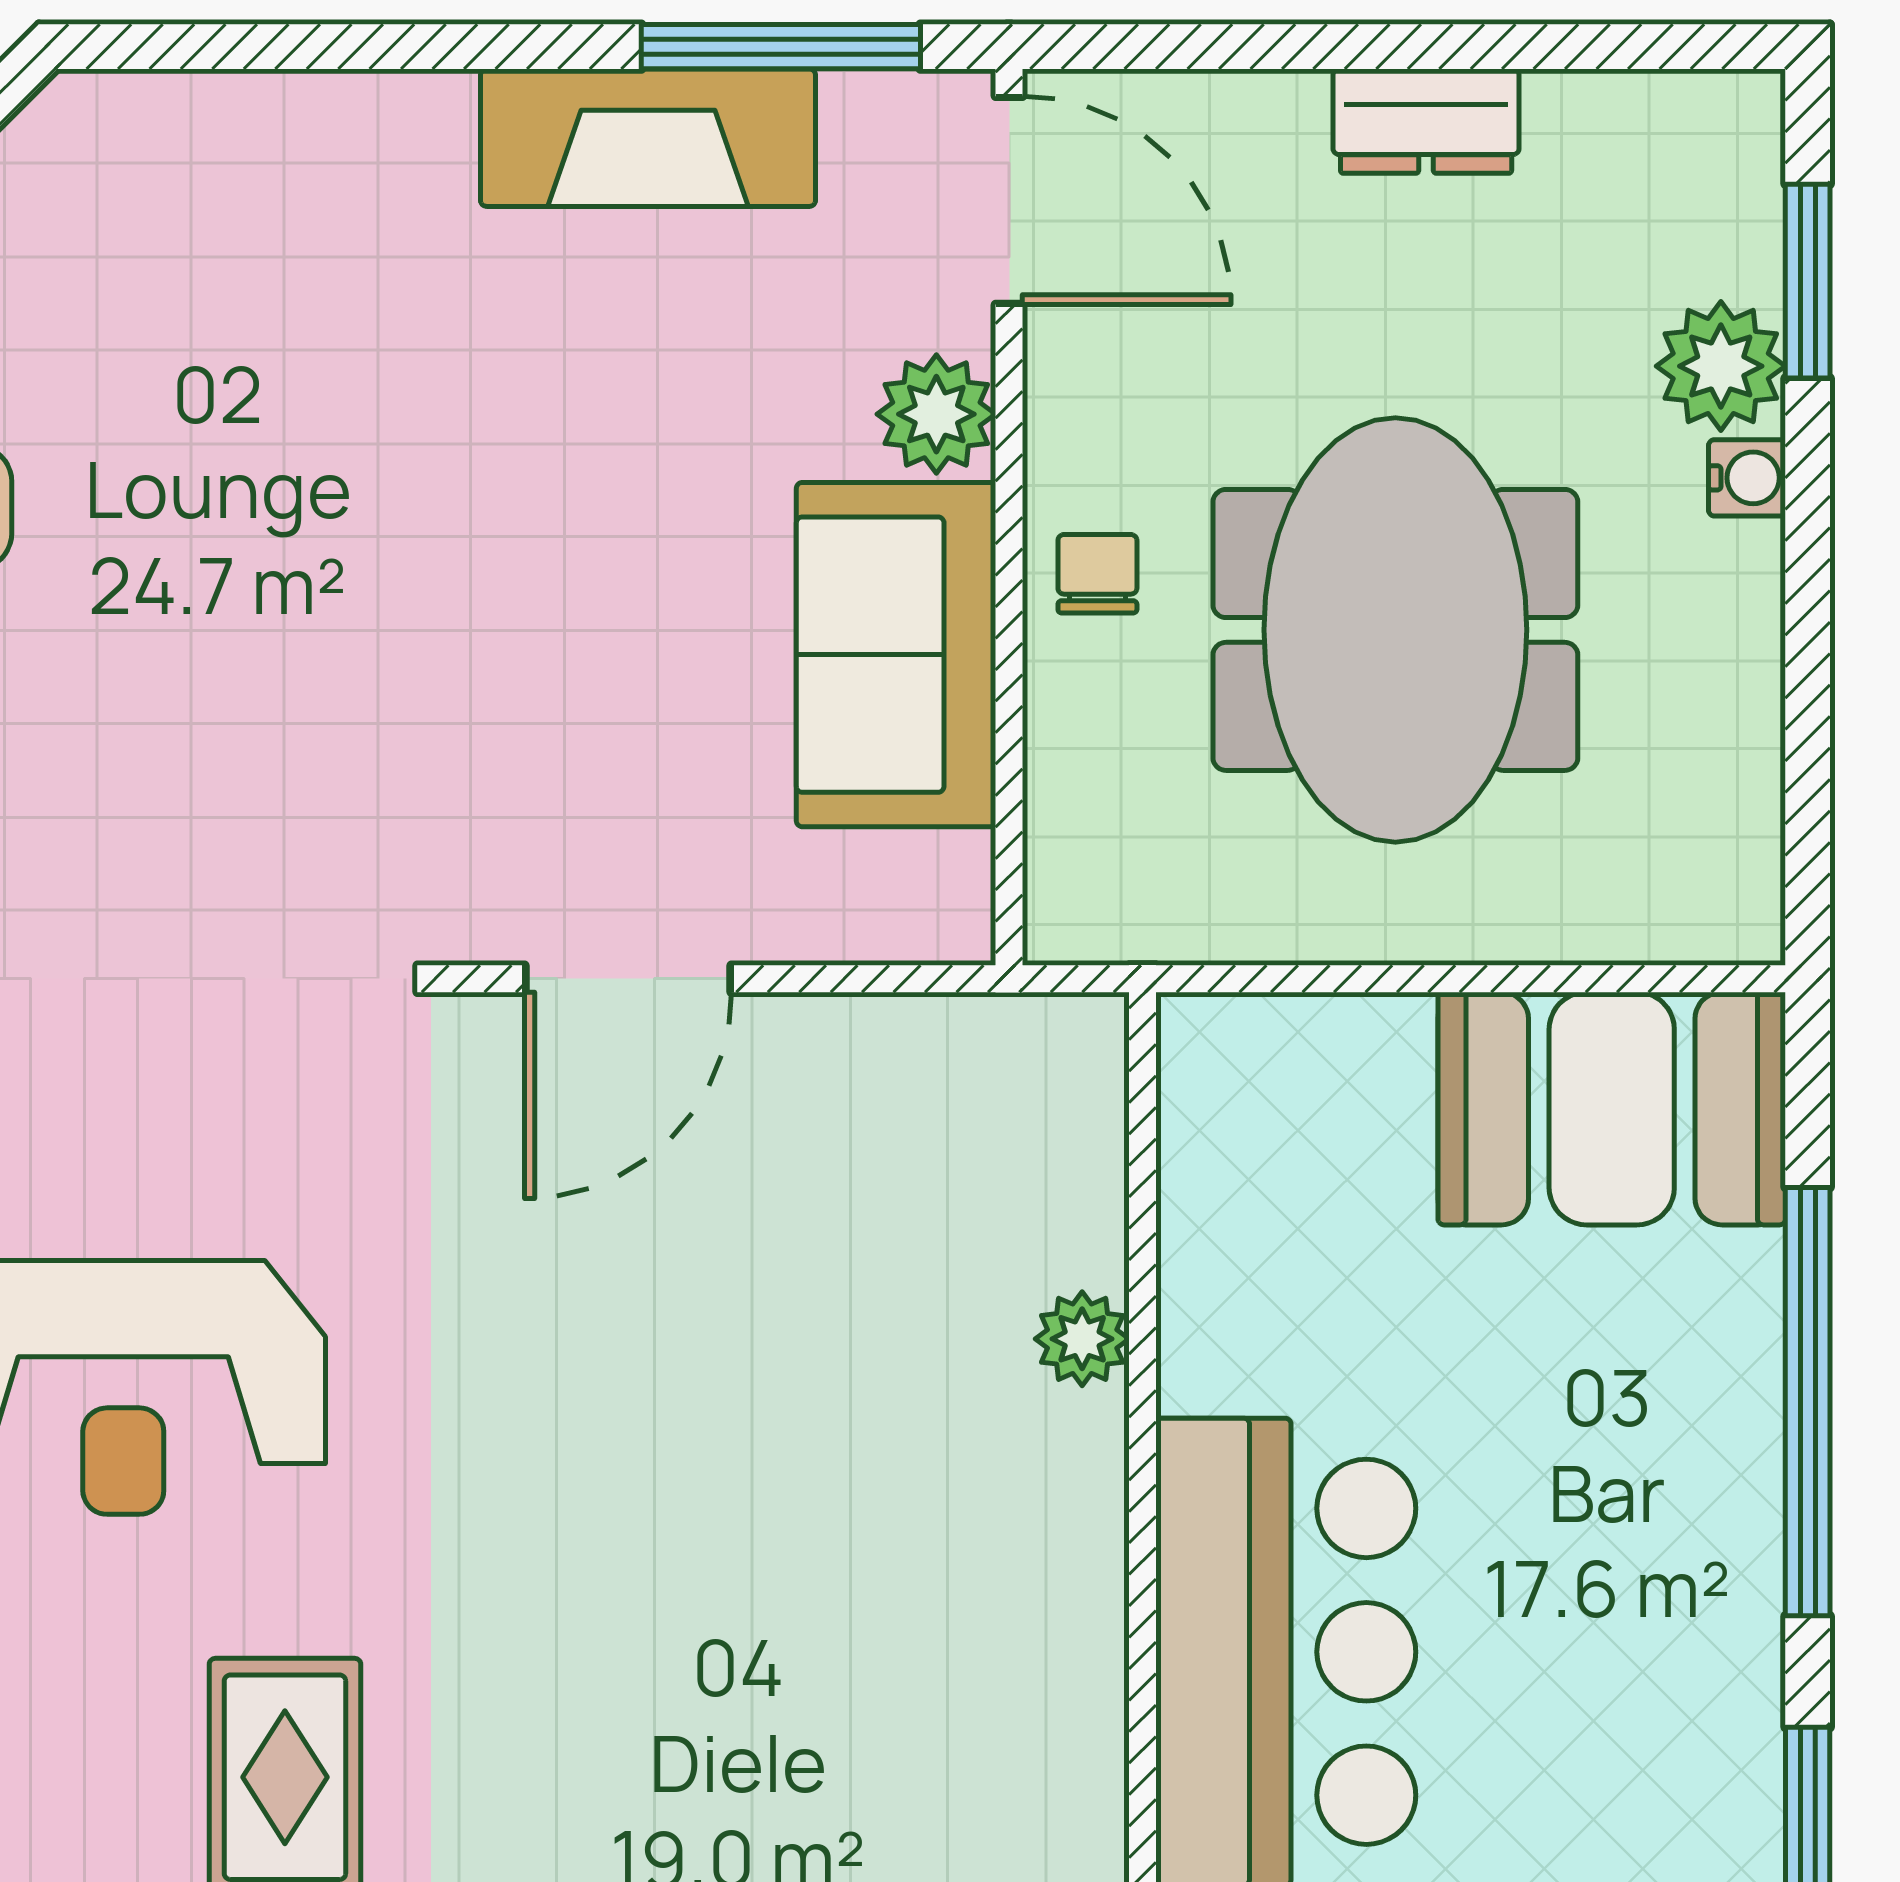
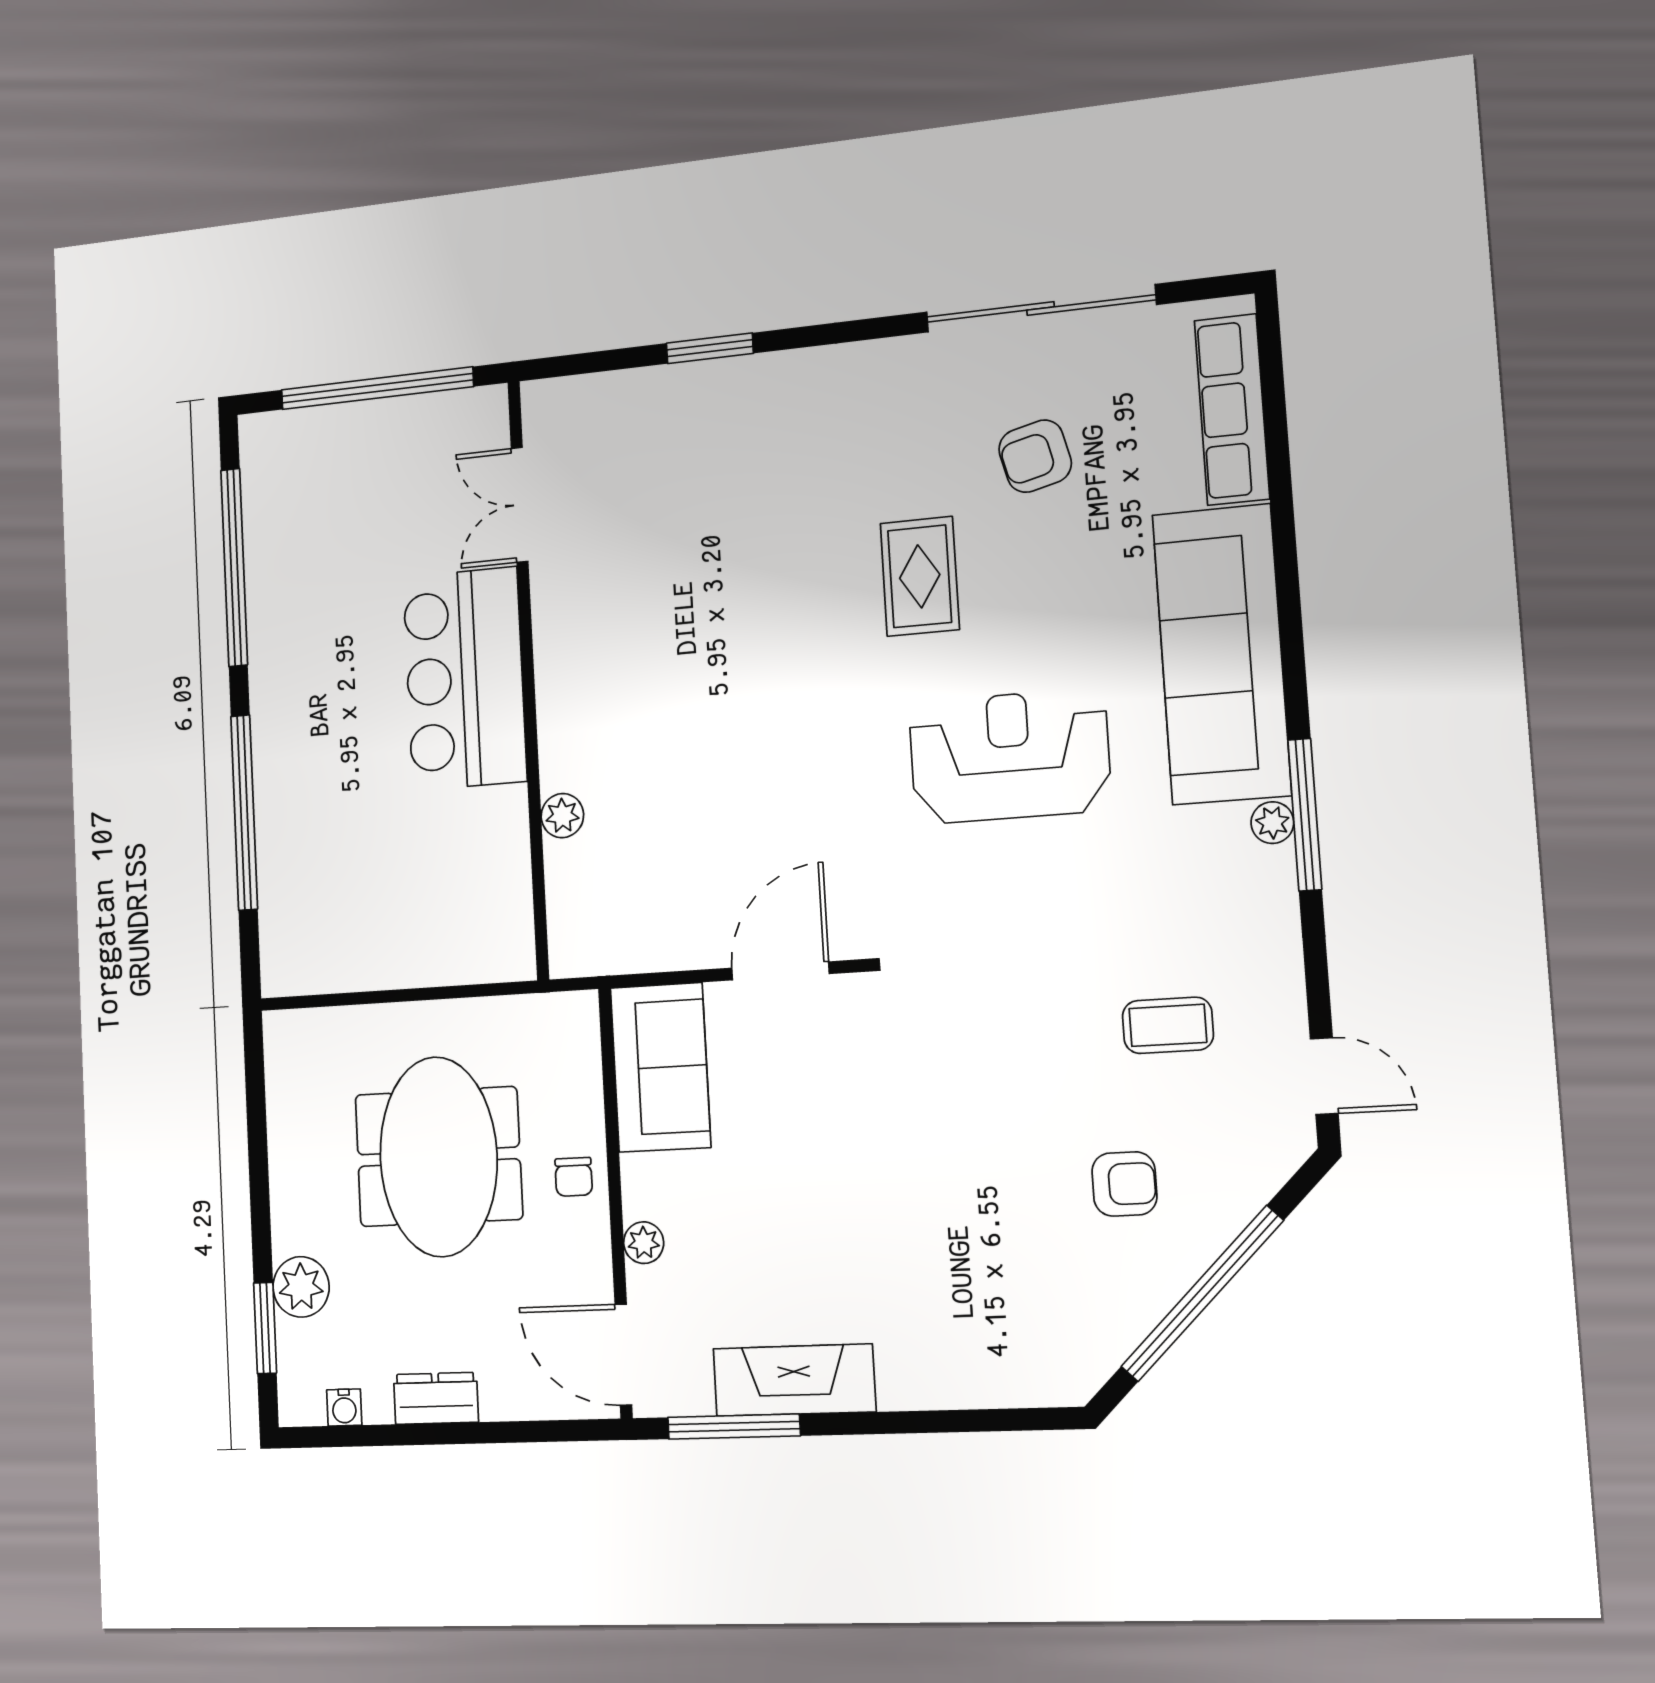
plant: (936, 414) -> (644, 1243), width x0.73, depth x0.73
water cooler: (1747, 478) -> (344, 1407), moved, turned -90
sofa: (896, 655) -> (660, 1067), moved
booth: (1612, 1109) -> (334, 940), removed

